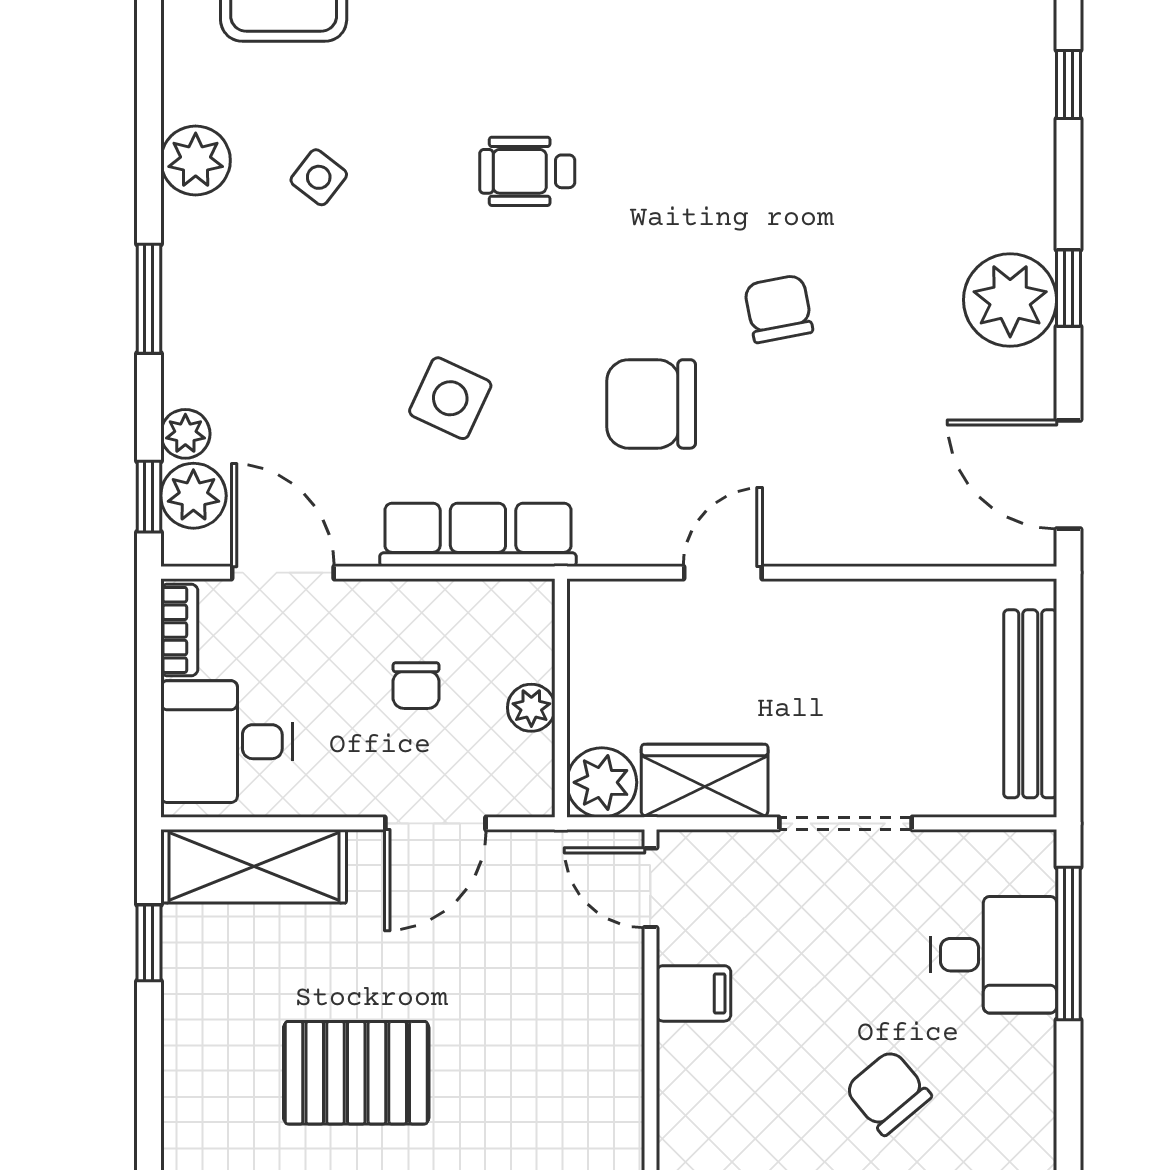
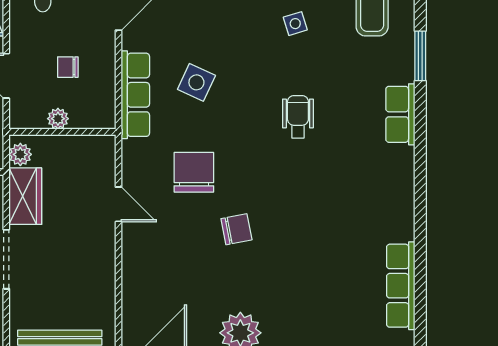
side table: (319, 177) -> (295, 24), turned 35
plant: (602, 782) -> (20, 154), width x0.73, depth x0.73

